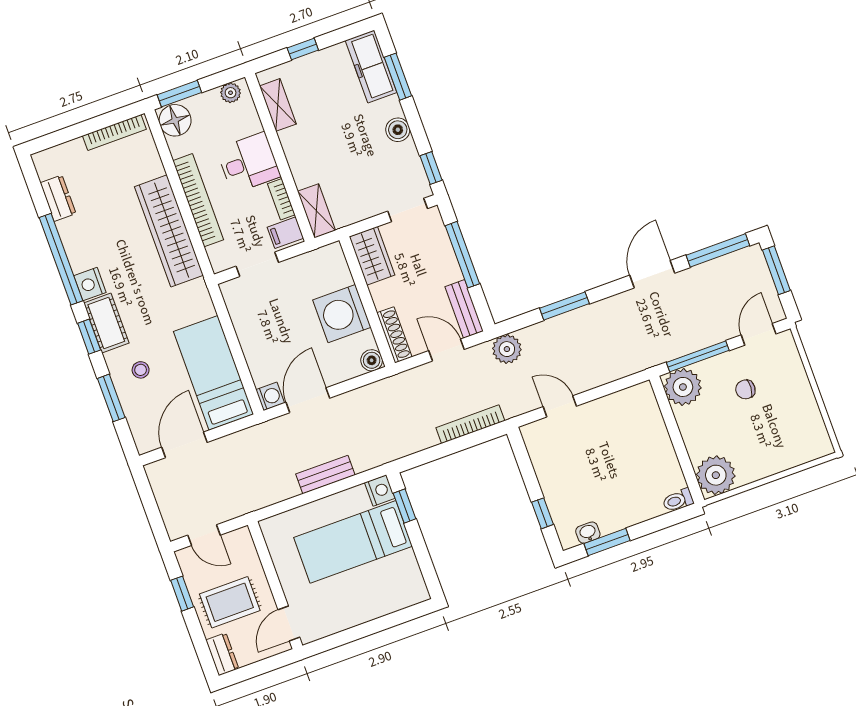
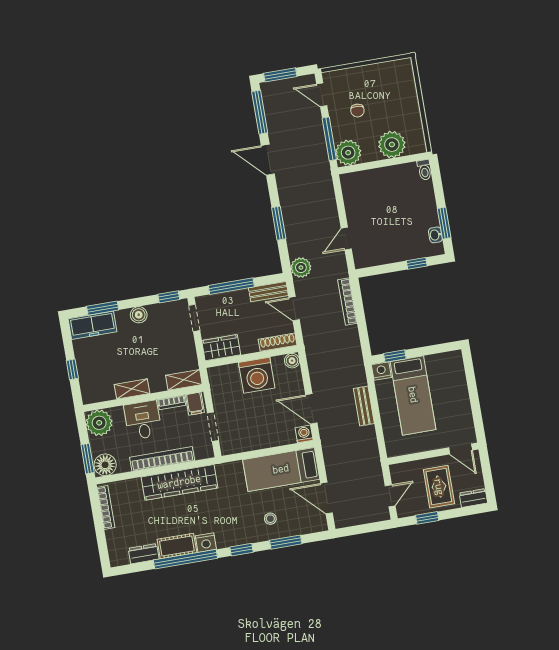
plant: (231, 93) -> (99, 423), width x1.88, depth x1.88
shelving: (278, 105) -> (132, 389), moved
cot: (106, 323) -> (177, 546), moved
door: (446, 350) -> (294, 309), hinge flipped
plant: (716, 475) -> (392, 145), moved

